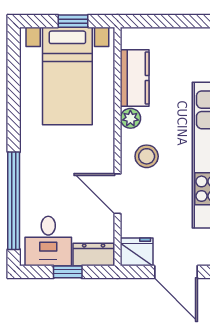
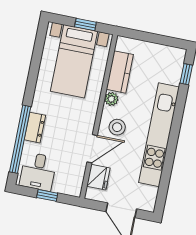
door: (118, 194) -> (92, 149), swing flipped
fridge: (137, 252) -> (98, 177), moved, turned 90
dresser: (94, 254) -> (35, 128), moved, turned 90

